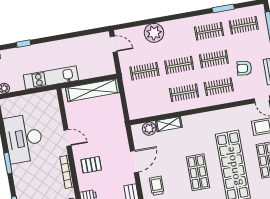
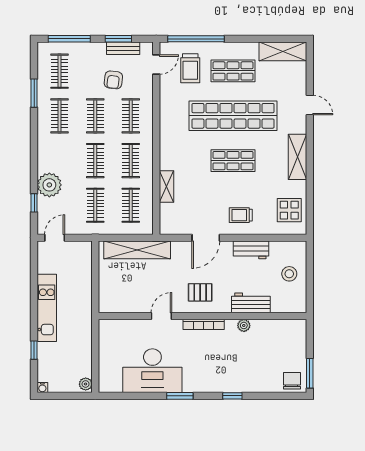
window: (138, 23) -> (34, 203), added
kitchen unit: (51, 78) -> (47, 308), moved, turned 180
shelving: (93, 90) -> (137, 250), moved, turned 90
clothes rail: (149, 99) -> (131, 205), added
plant: (149, 129) -> (168, 212), removed
door: (134, 162) -> (206, 238), swing flipped
pallet: (91, 165) -> (200, 292), turned 90

